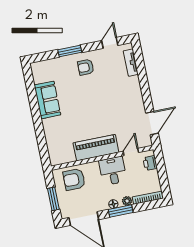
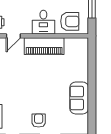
armchair: (86, 67) -> (39, 120), turned -90
desk: (113, 171) -> (43, 22), moved

